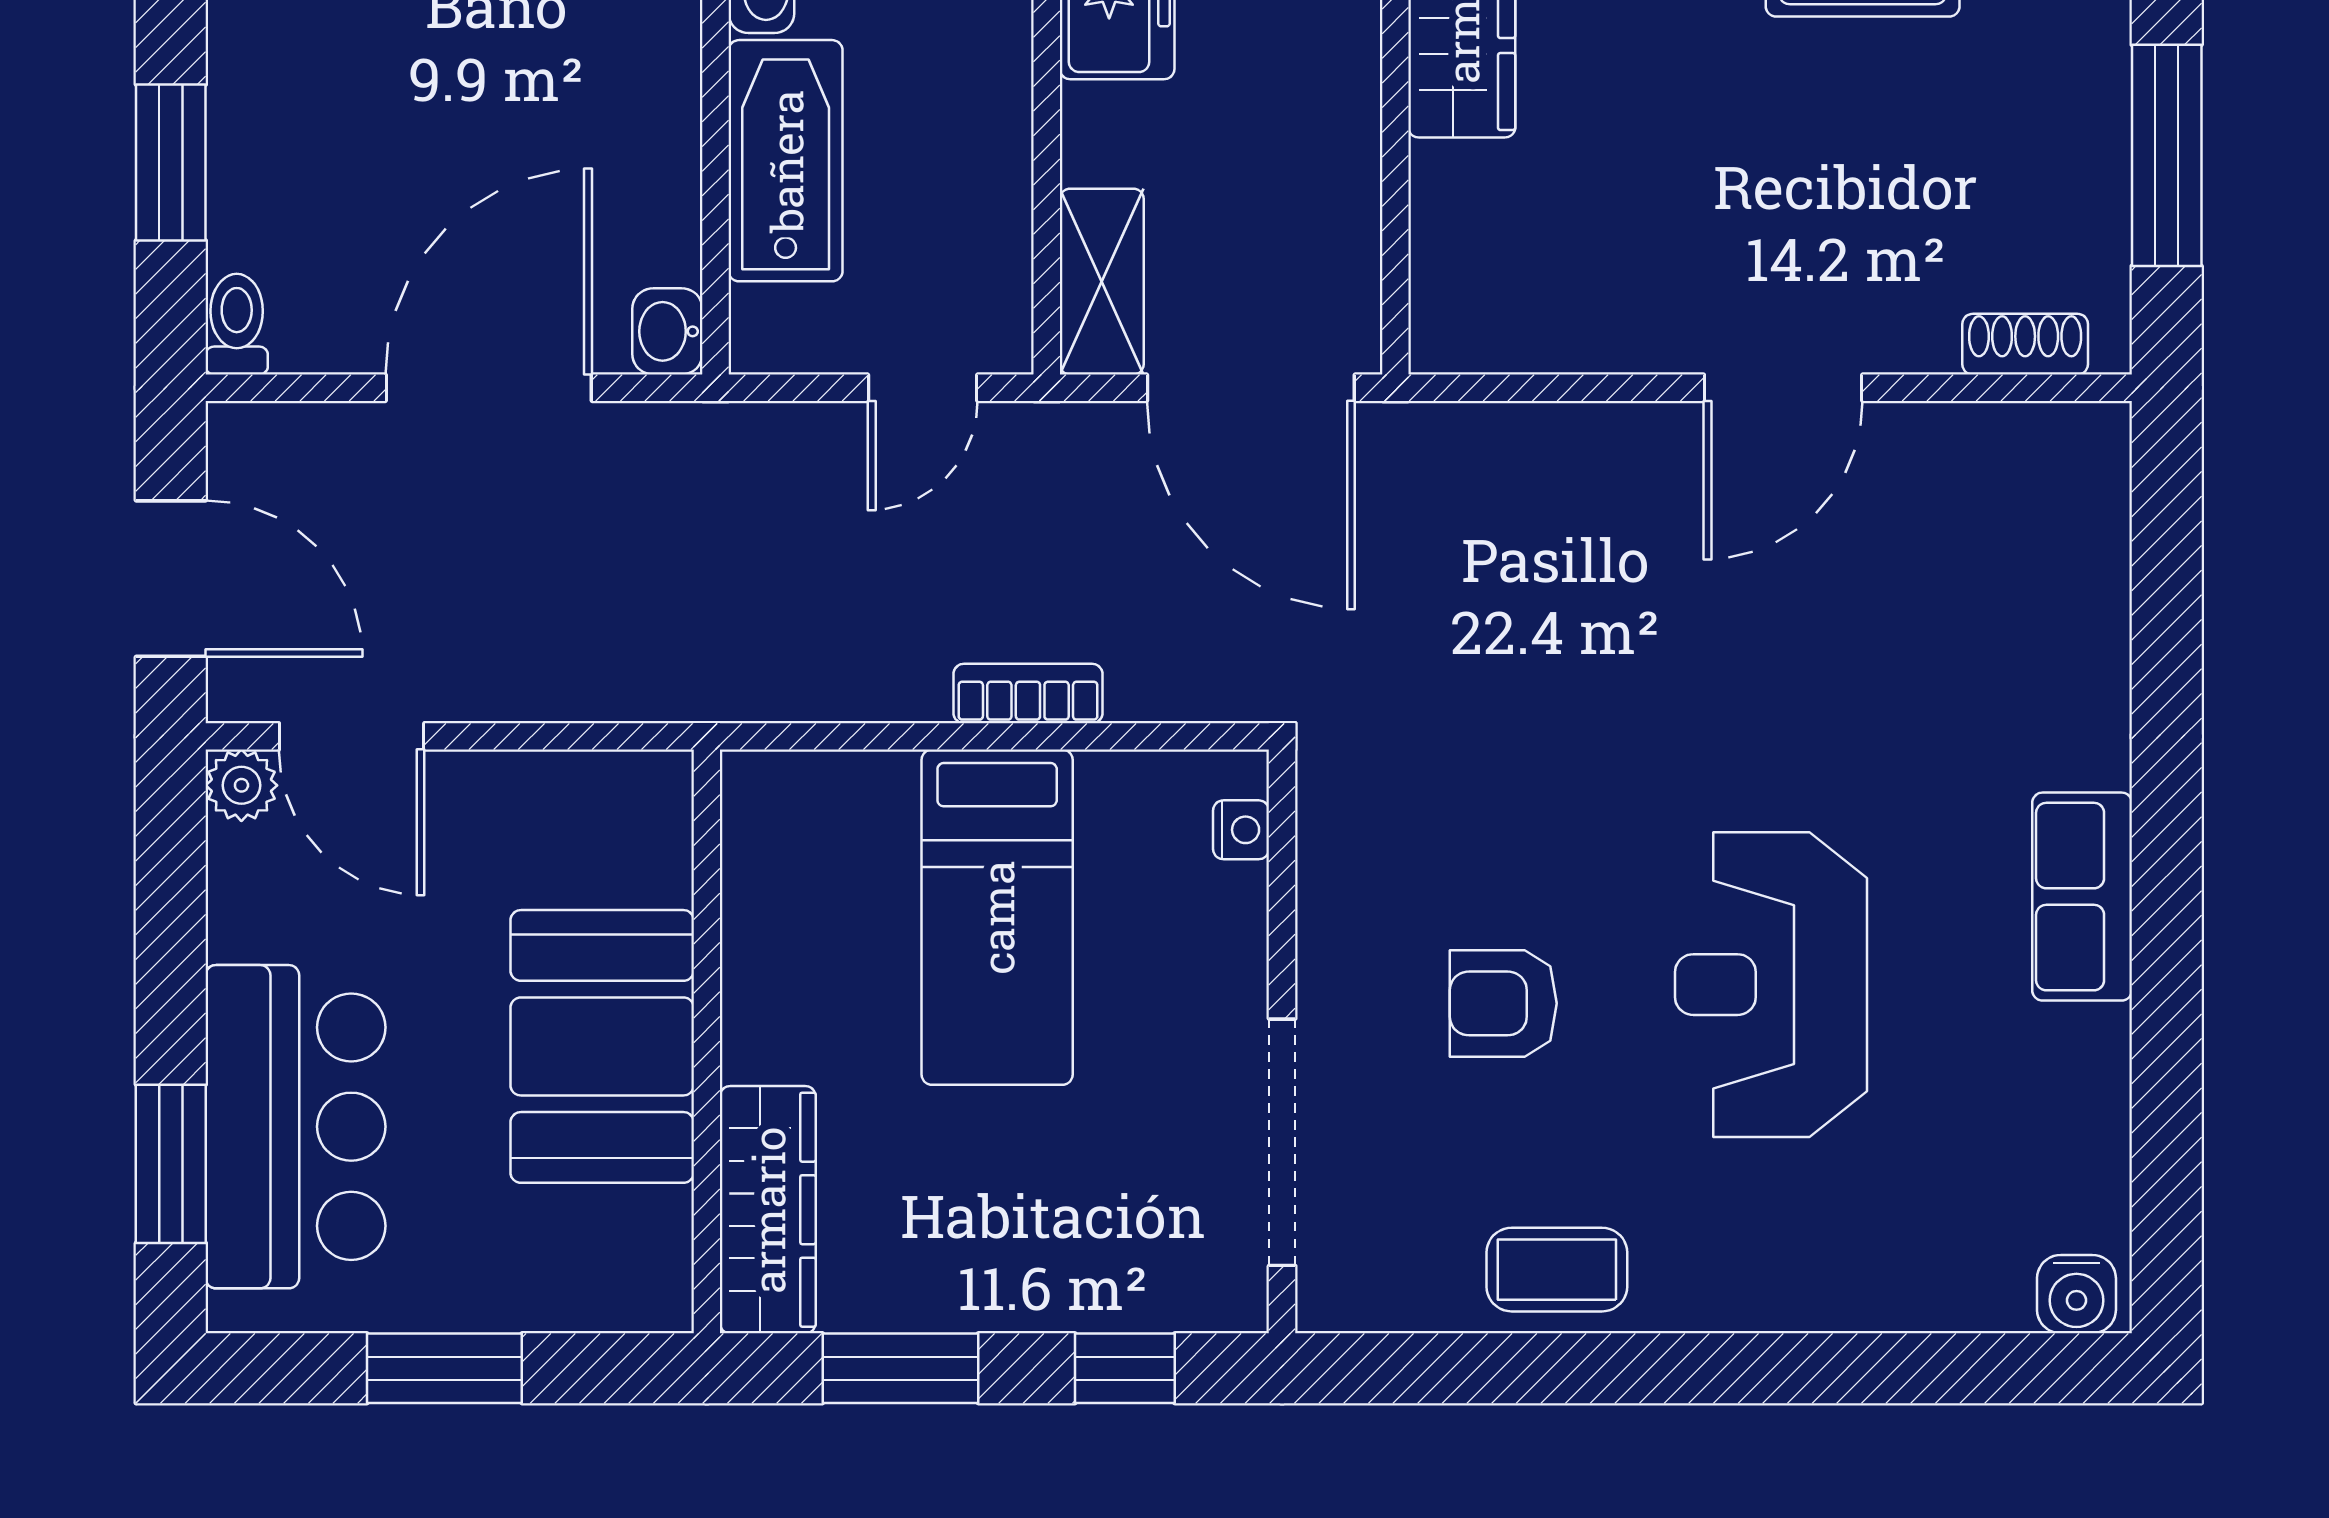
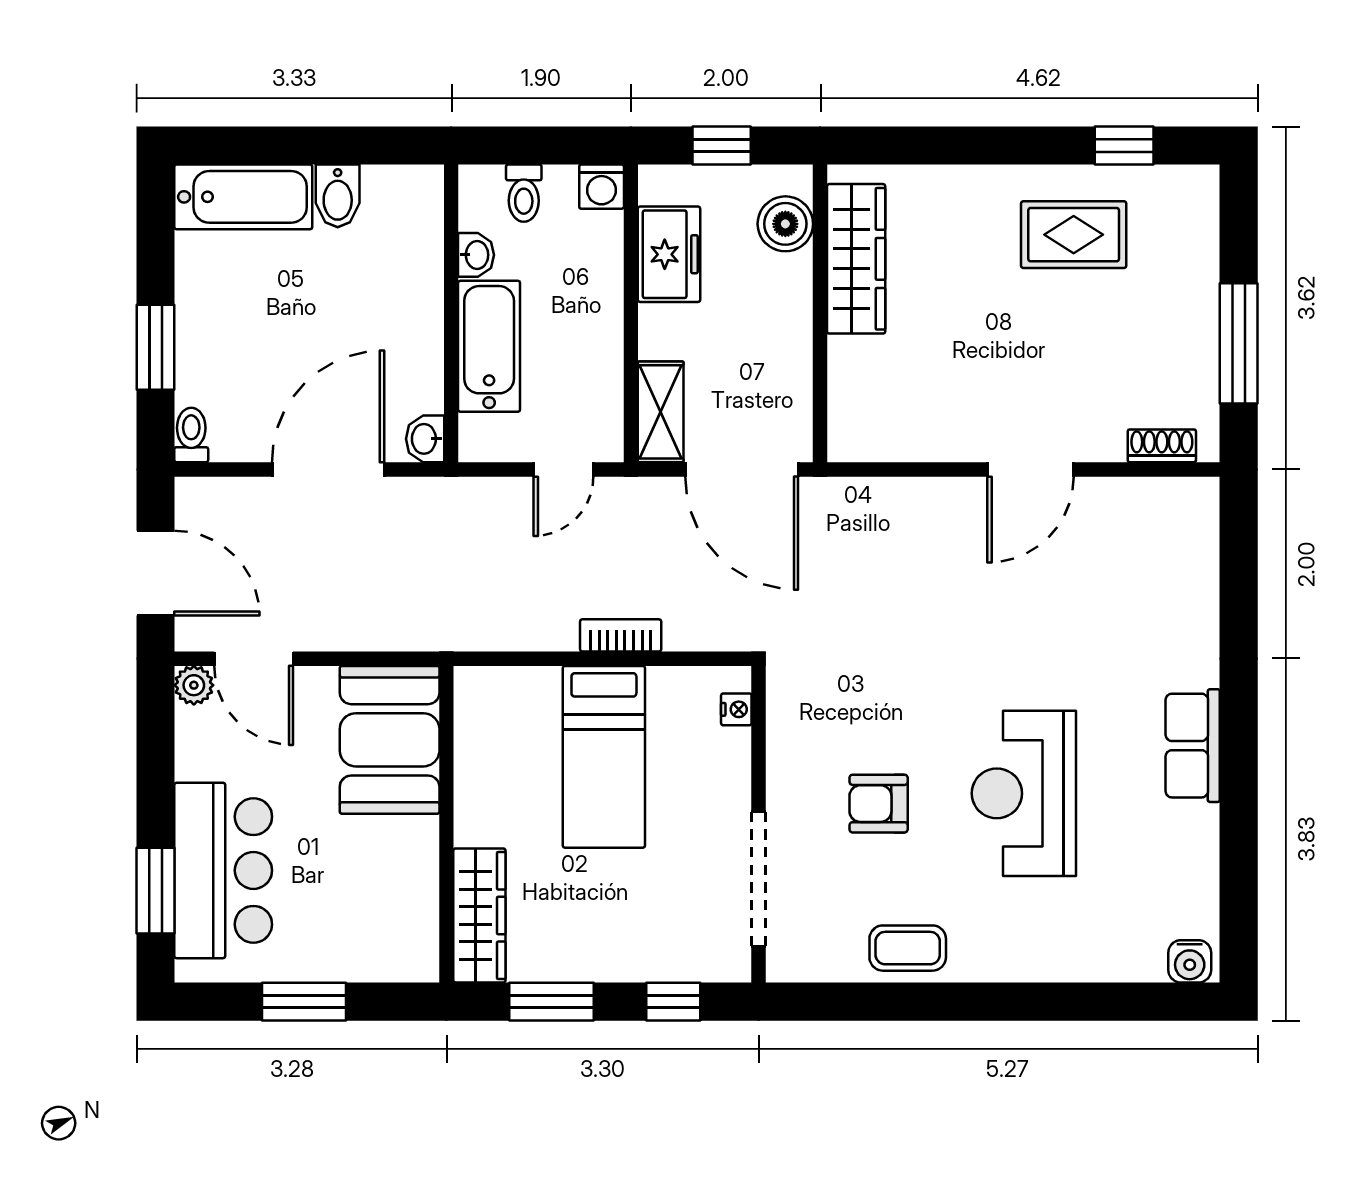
booth: (602, 1046) -> (390, 740), moved

